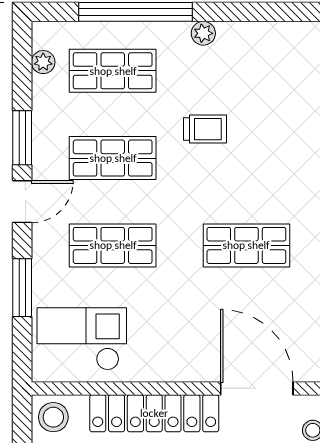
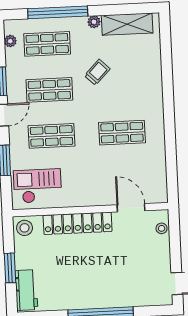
shelving: (266, 40) -> (127, 24), added
trolley: (205, 129) -> (97, 72), turned -46
door: (257, 388) -> (131, 208), width x0.73

